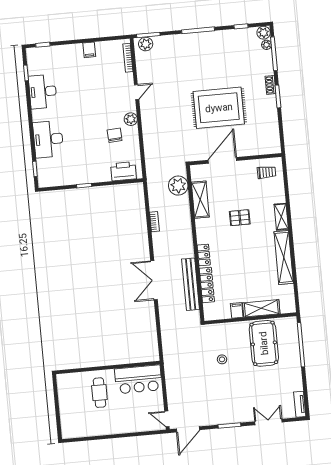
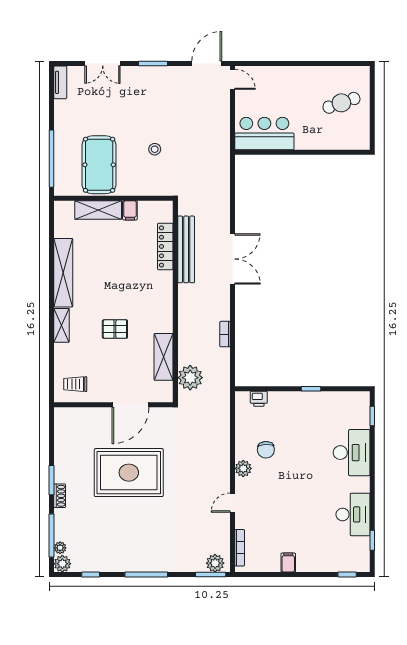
printer: (123, 171) -> (259, 399), width x0.53, depth x0.68
locker: (204, 255) -> (166, 285), removed
cafe table: (99, 393) -> (341, 103), moved, turned 71

